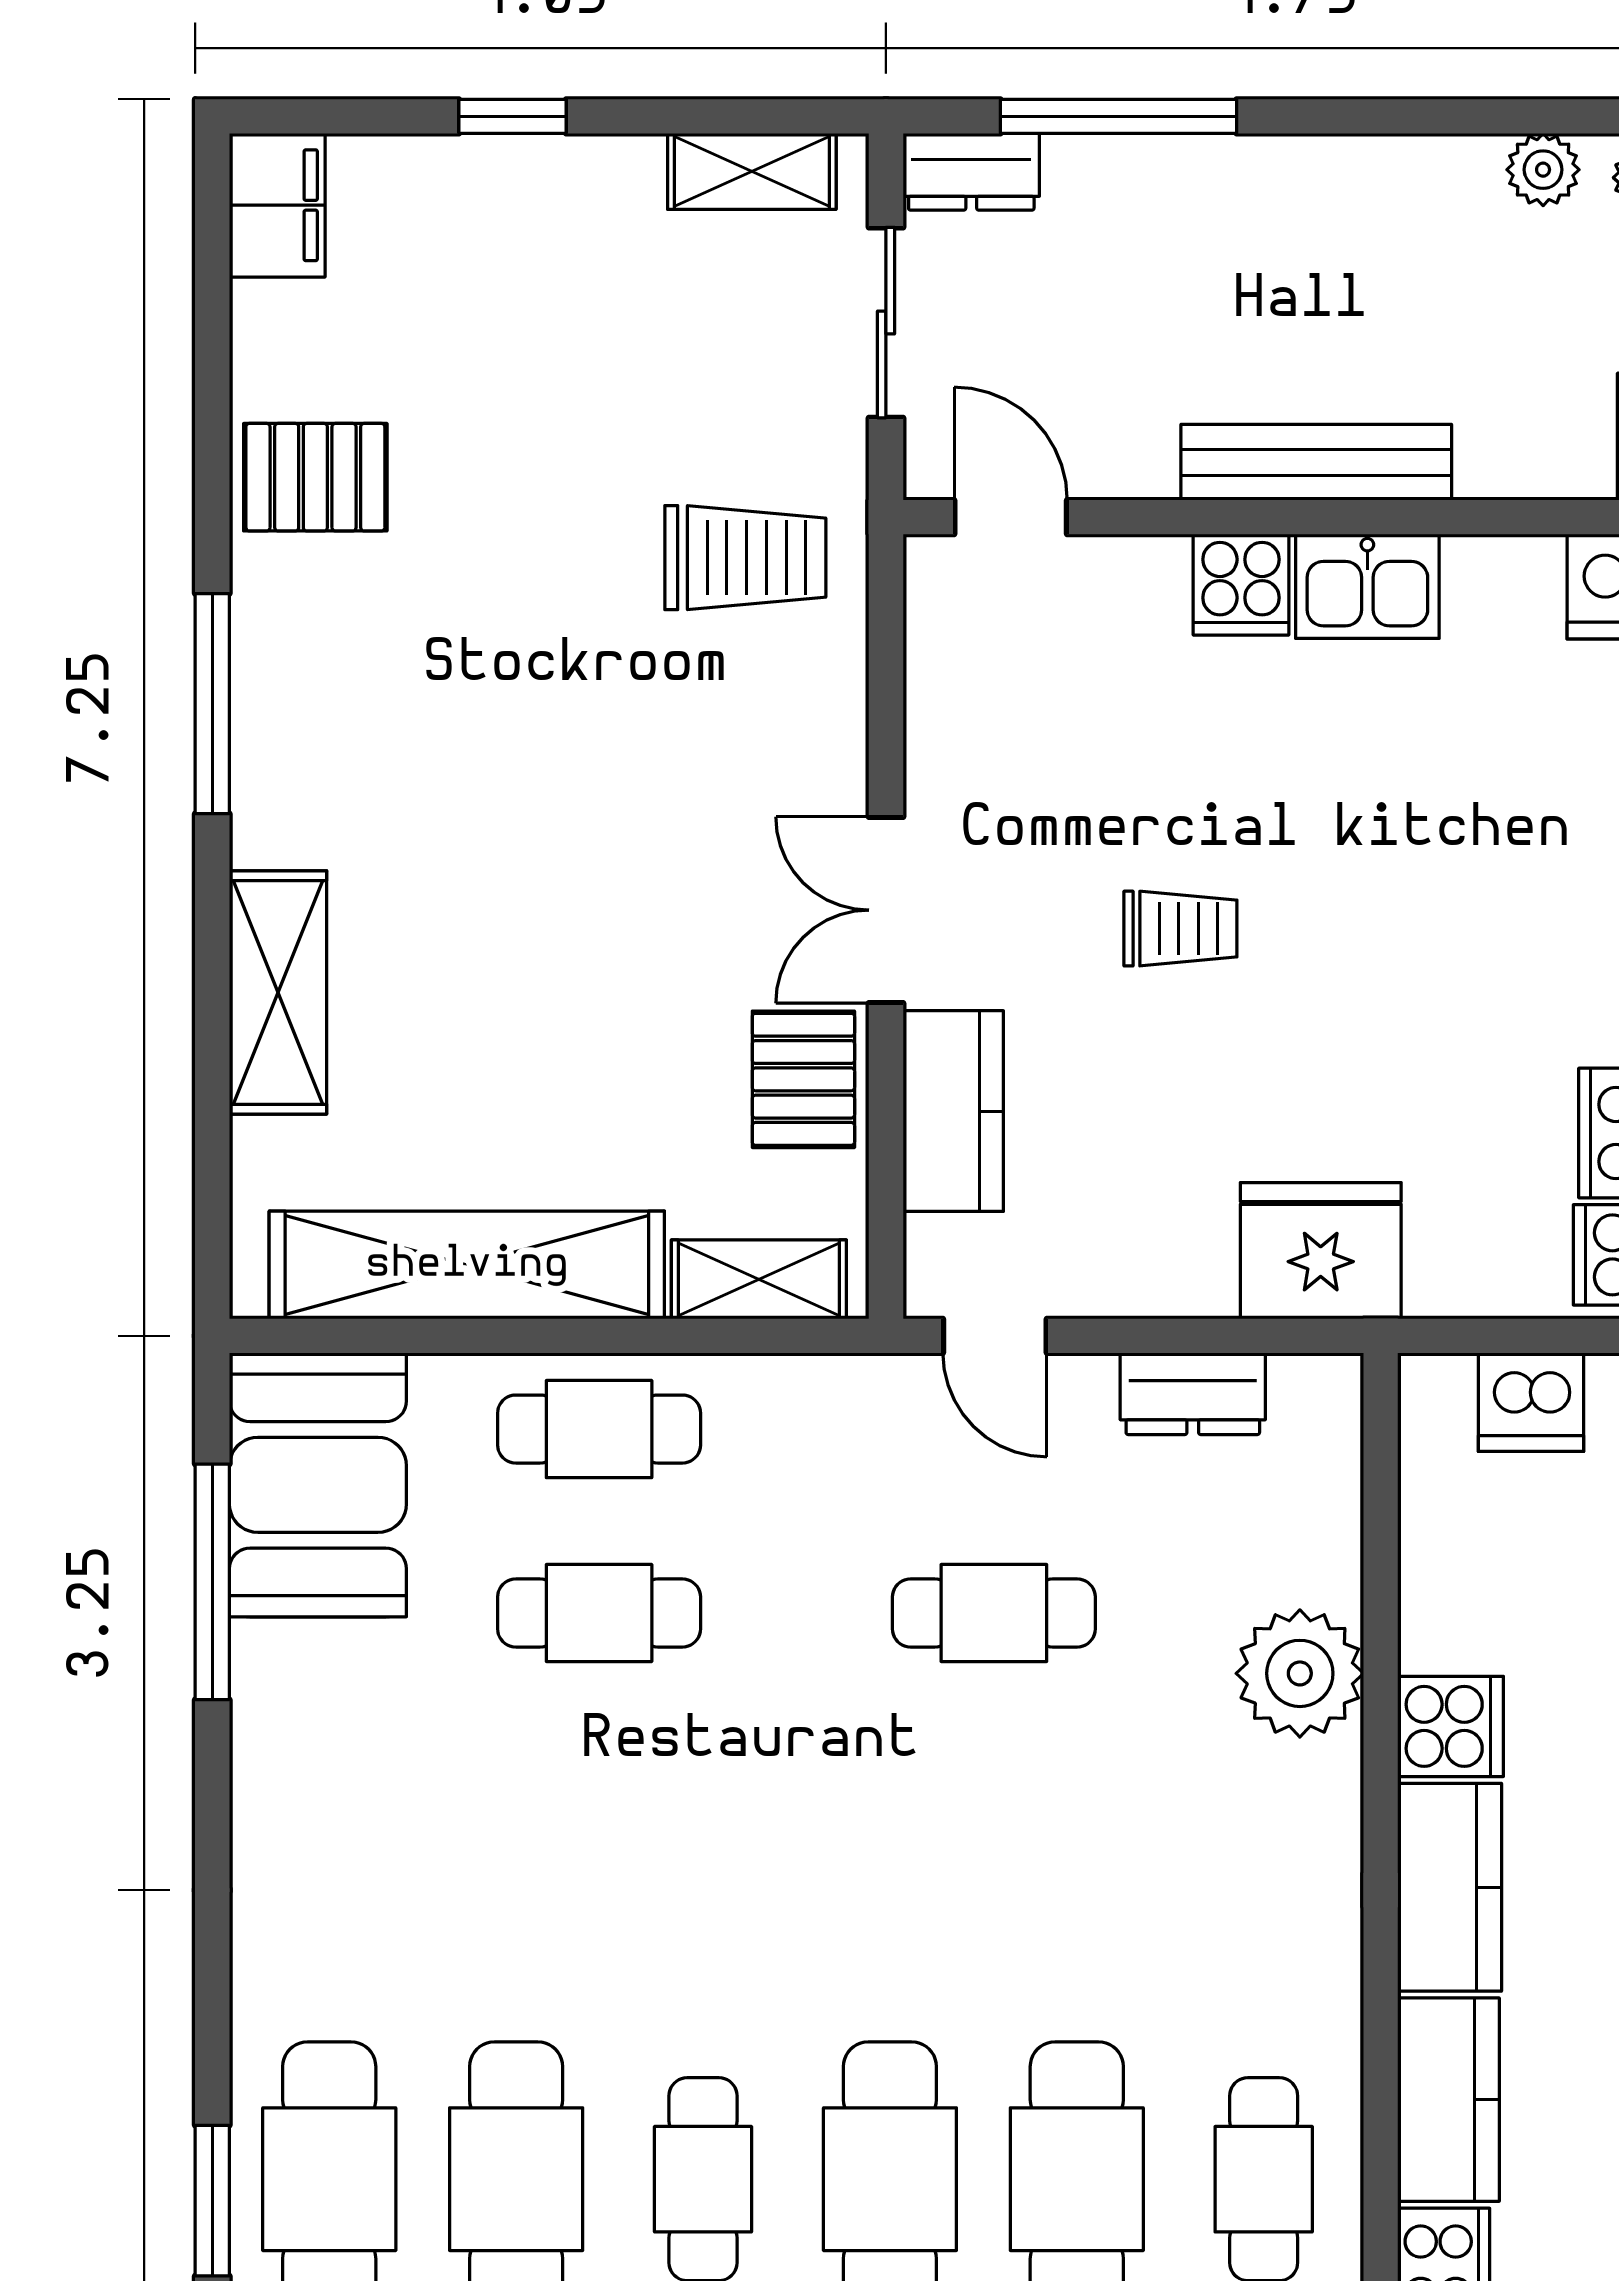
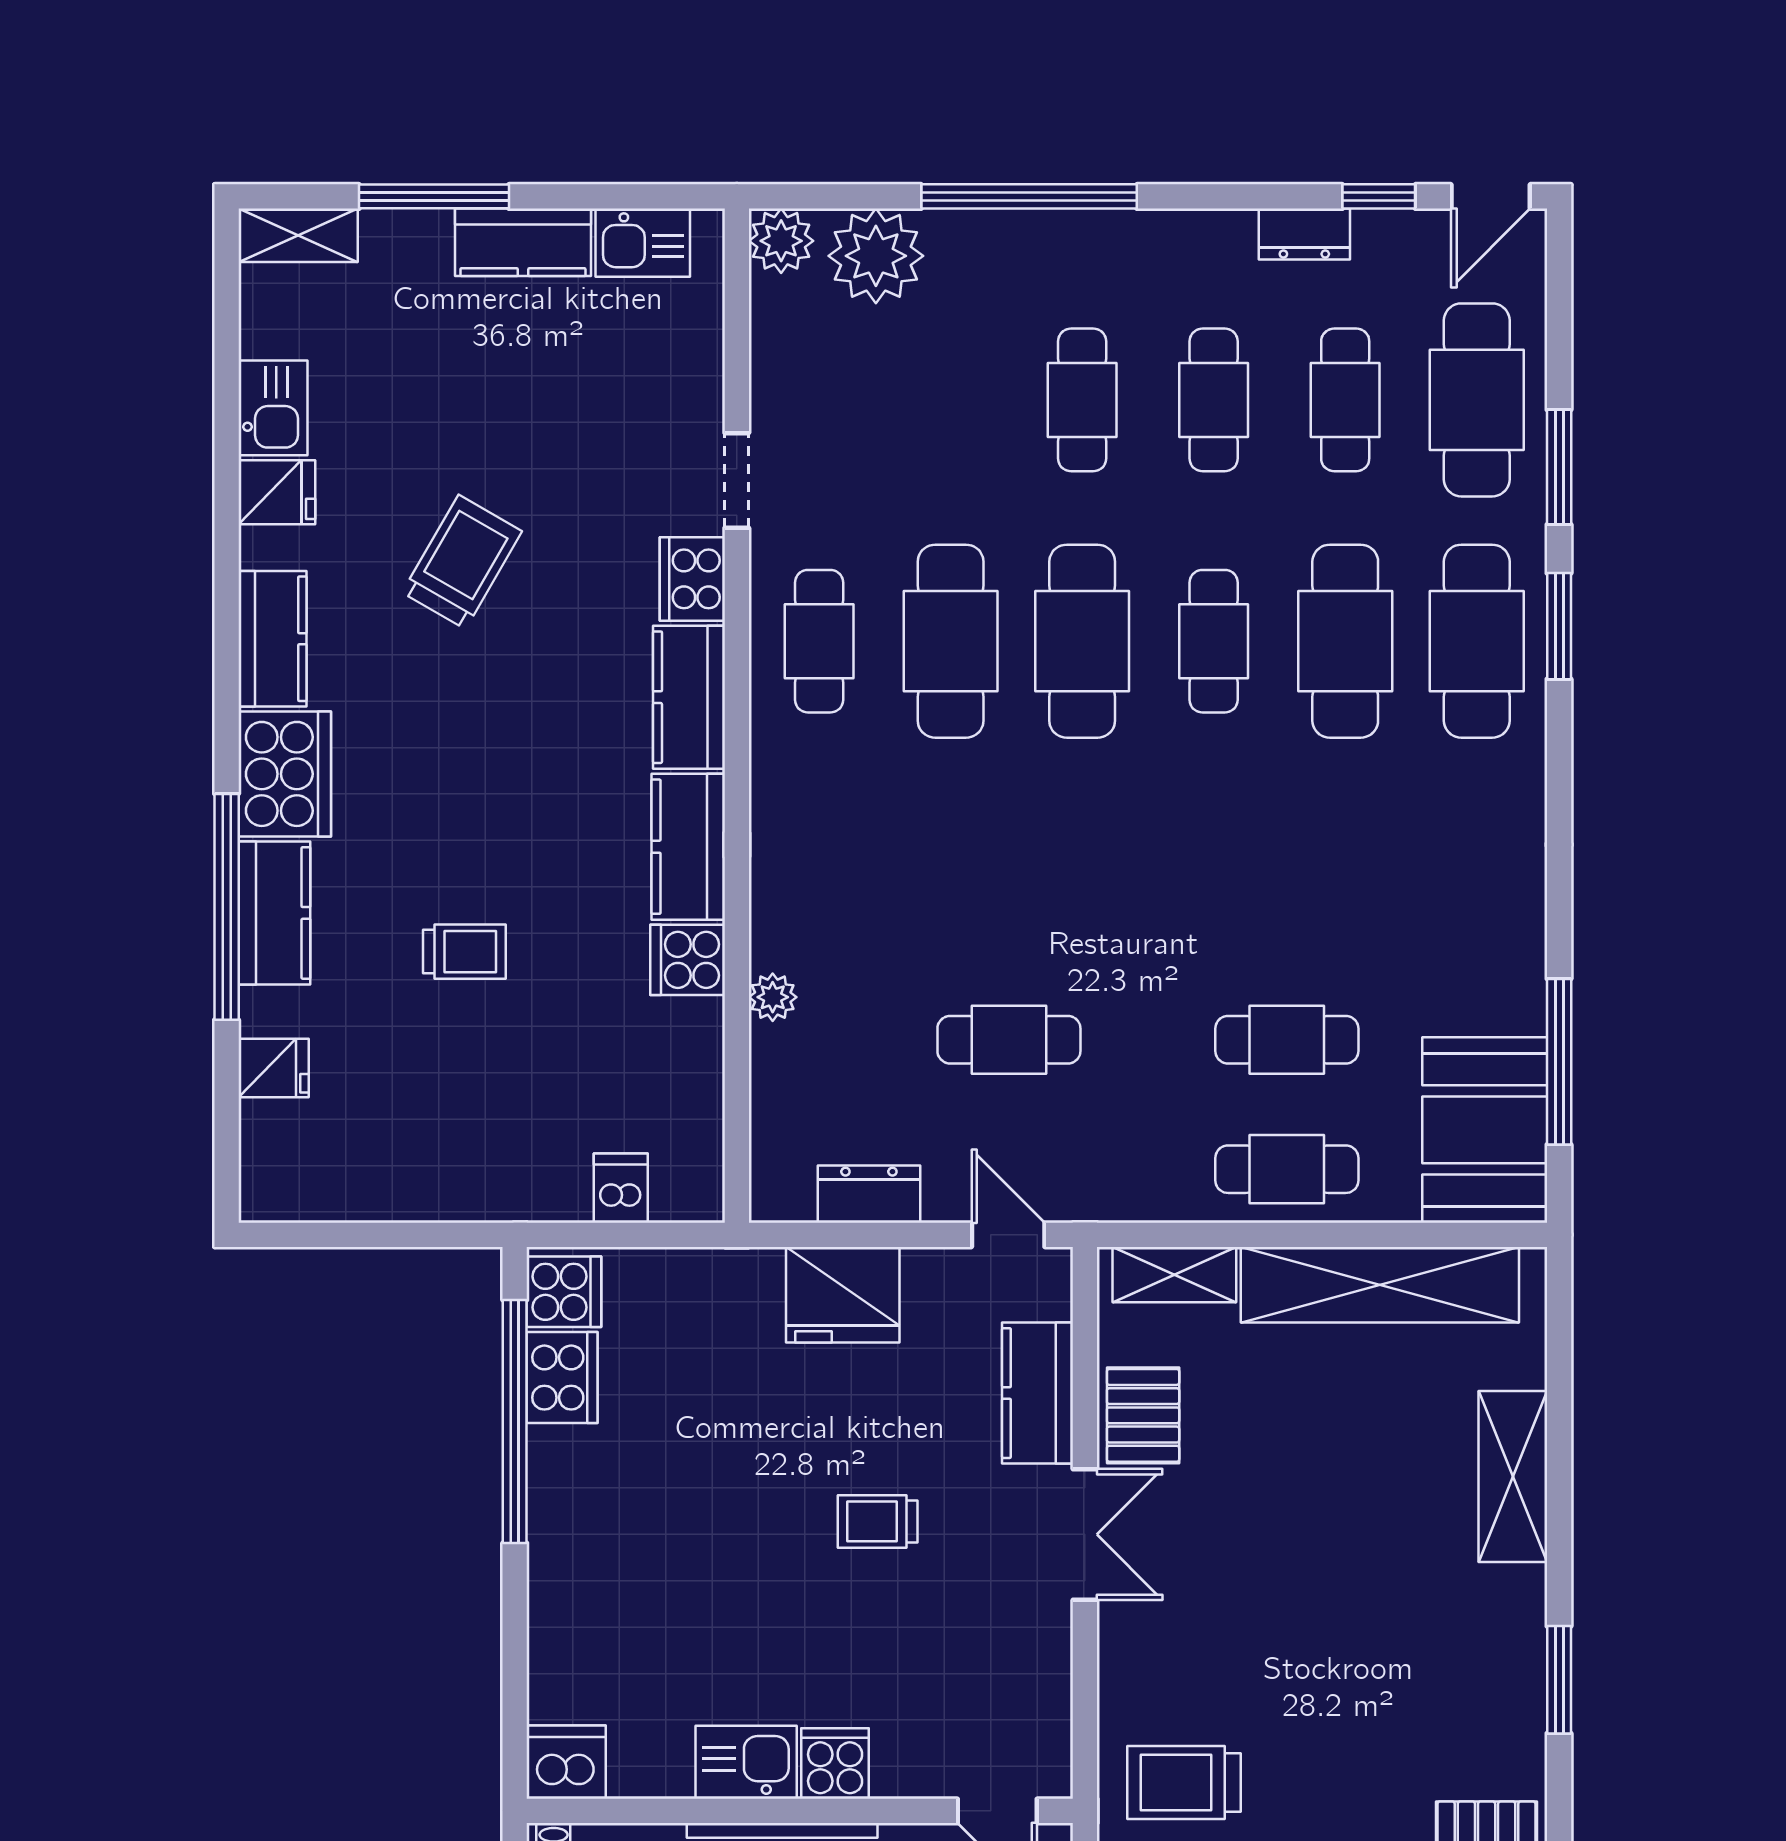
window: (212, 704) -> (1559, 1680), width x0.69
fridge: (1321, 1251) -> (843, 1295), moved
dishwasher: (1531, 1402) -> (621, 1188), width x0.73
plant: (1300, 1673) -> (773, 997), width x0.53, depth x0.53

